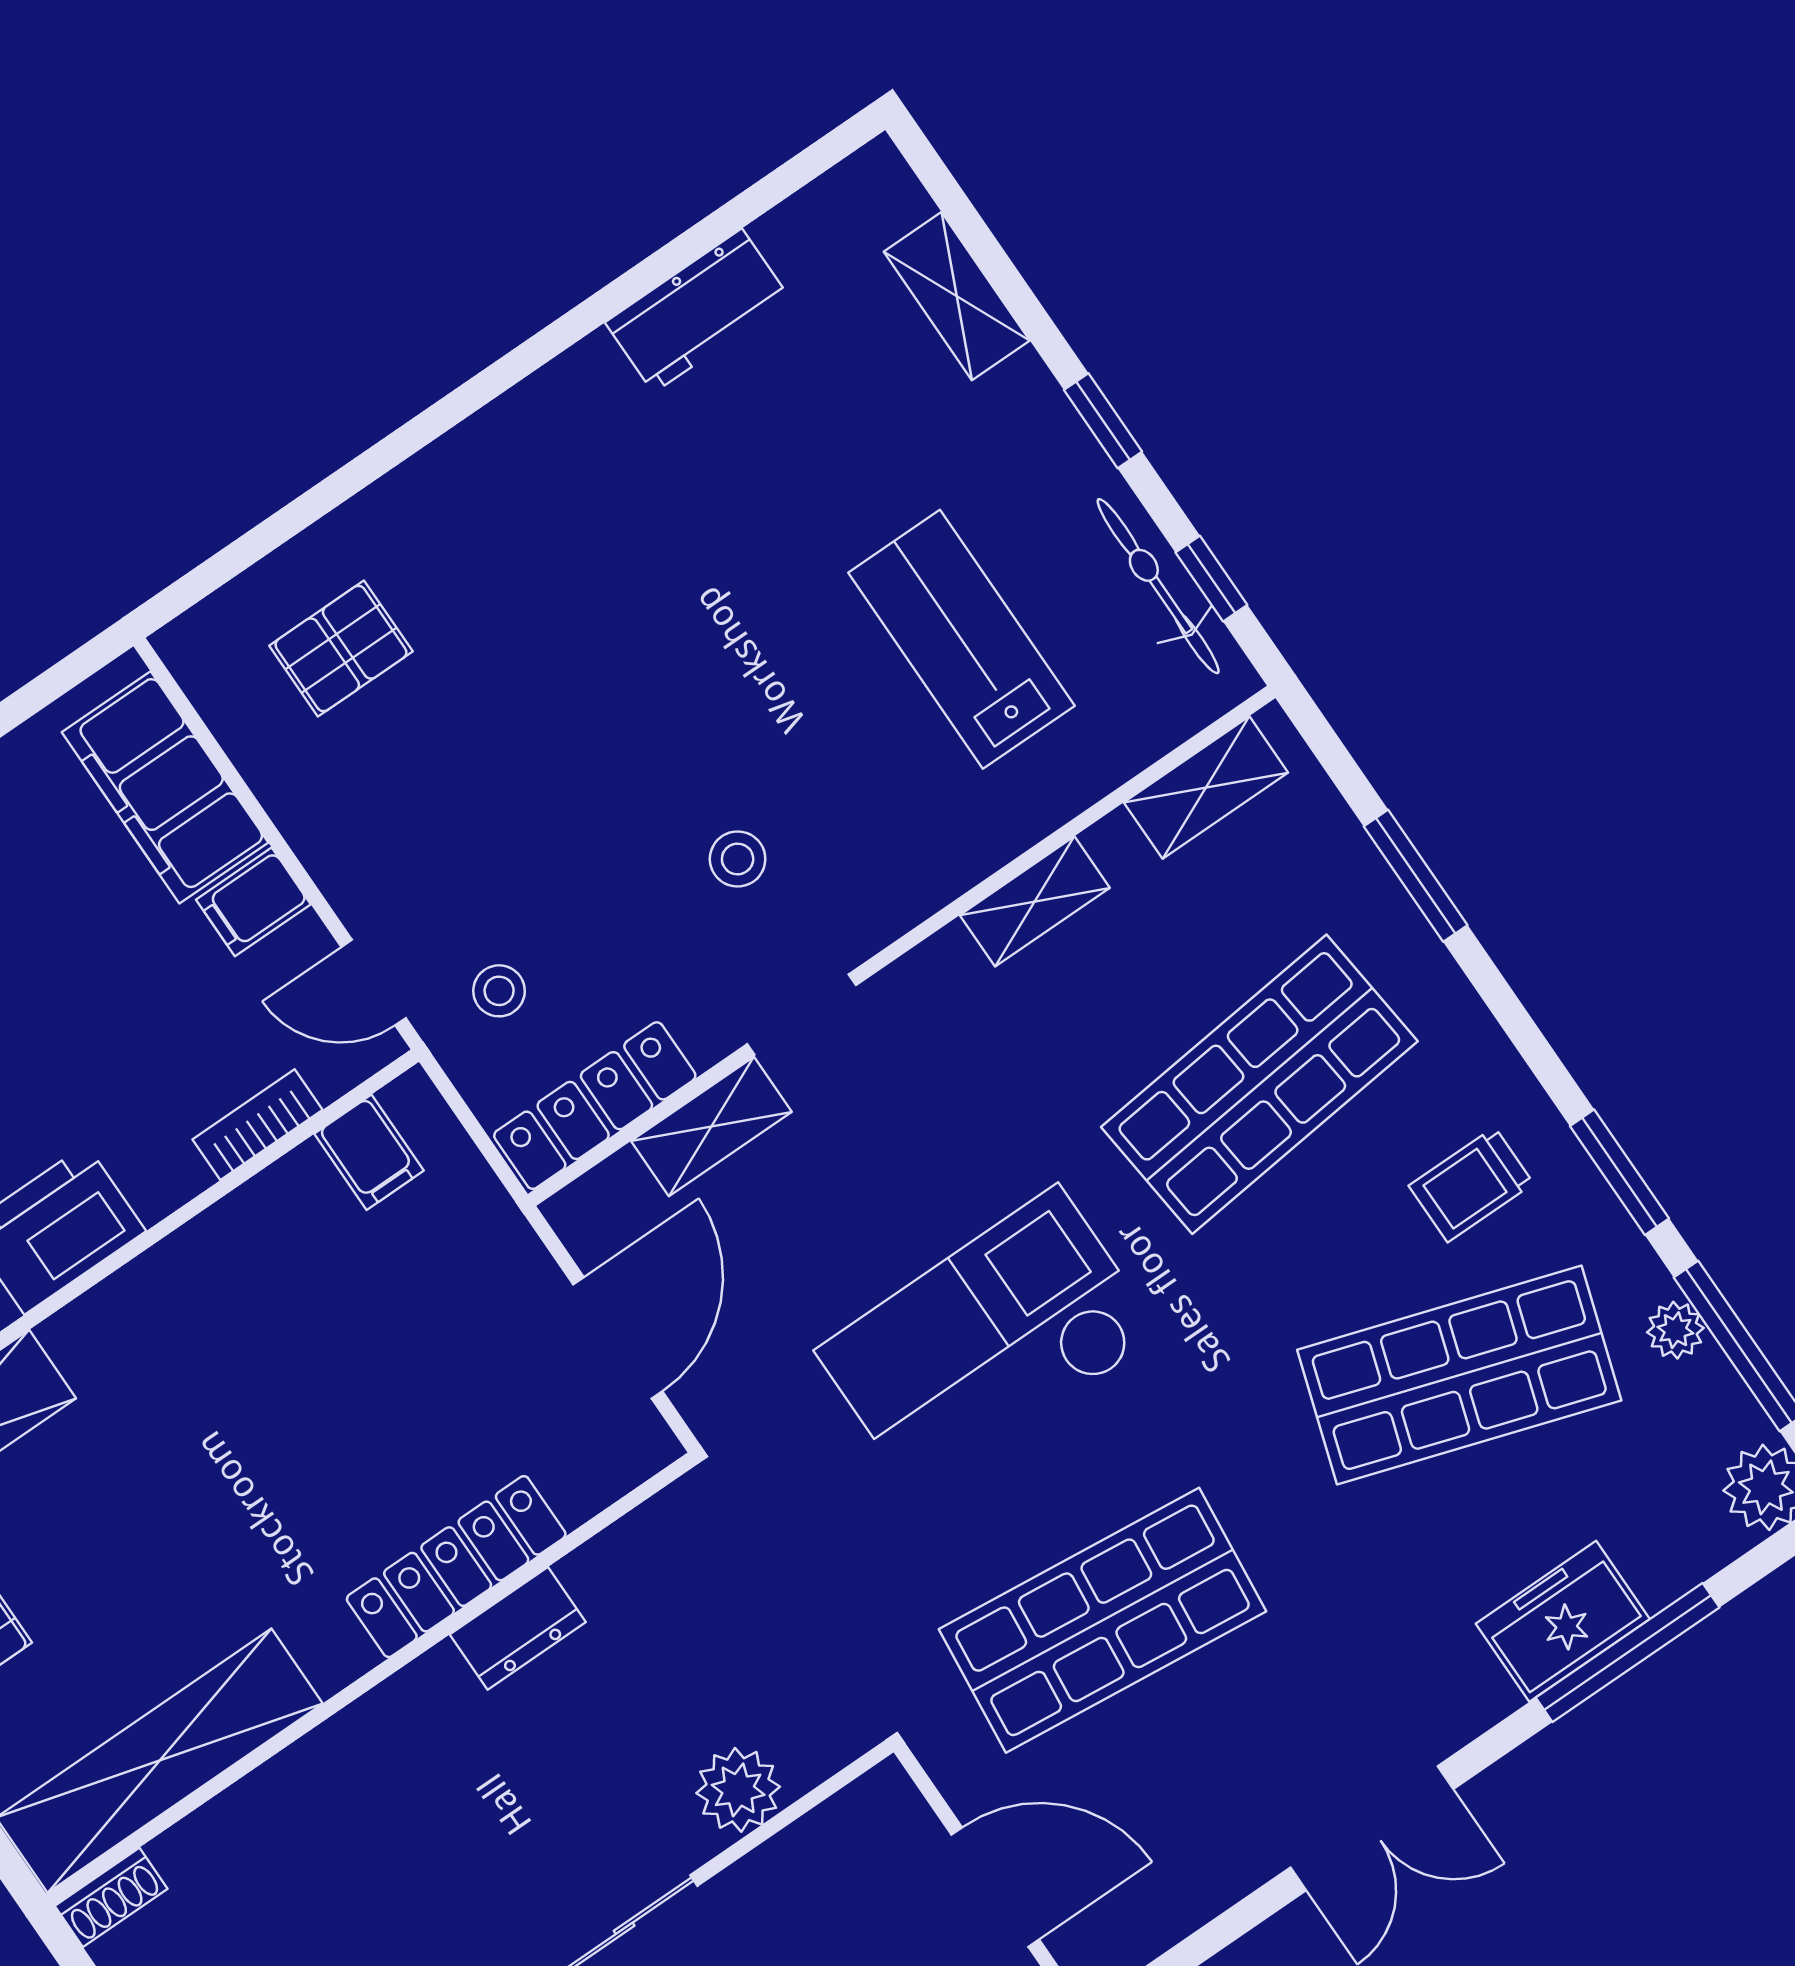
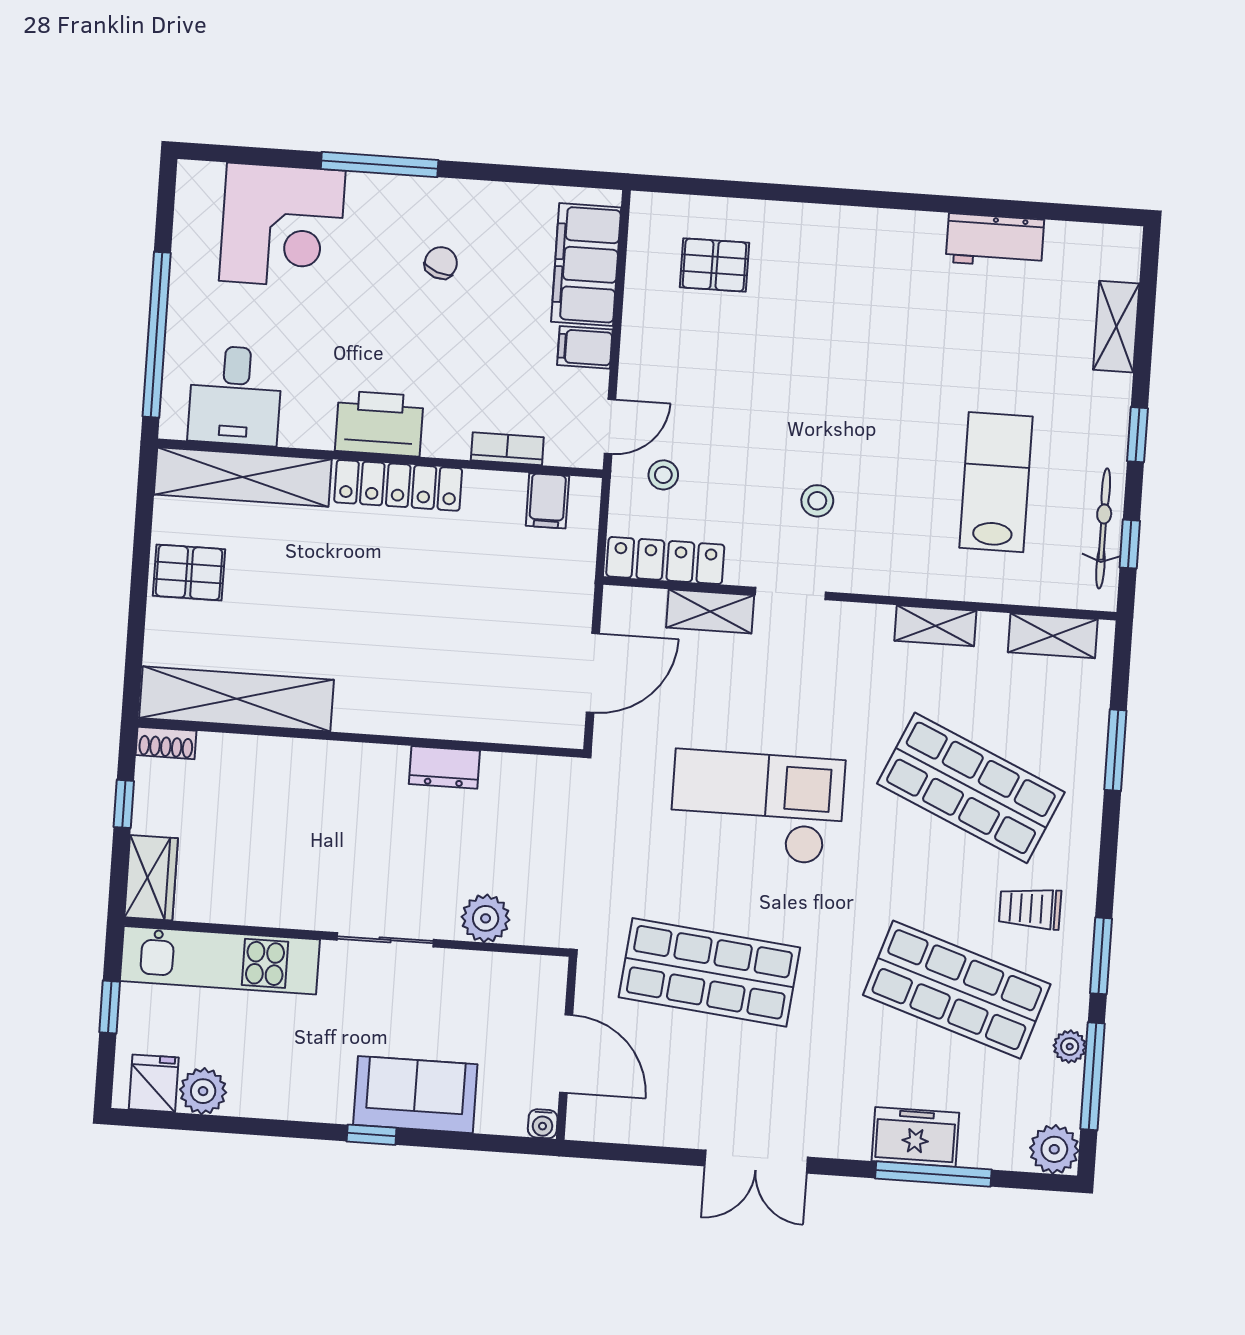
door: (374, 983) -> (610, 426), swing flipped
shop shelf: (1259, 1084) -> (971, 788), turned 30
locker: (456, 1567) -> (398, 485), moved, turned 180

